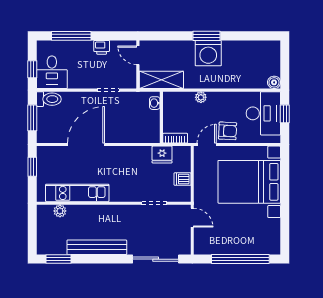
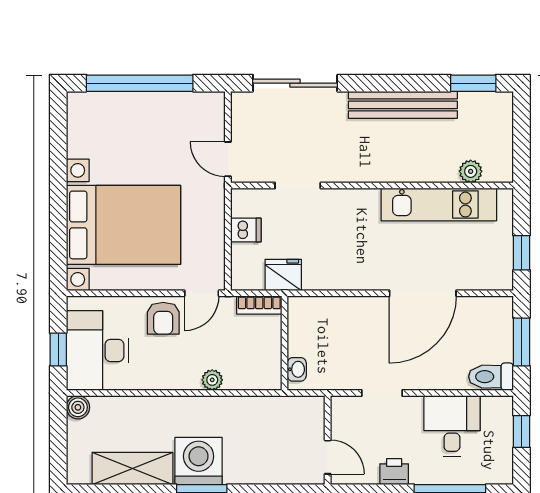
desk: (52, 72) -> (452, 426), moved
shelving: (161, 80) -> (132, 468), moved
armchair: (228, 131) -> (163, 318), turned -93

